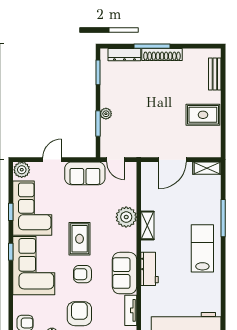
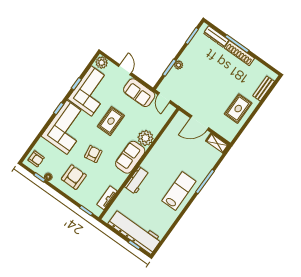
rug: (203, 115) -> (238, 109), turned 90
door: (52, 160) -> (125, 70), hinge flipped
shelving: (147, 225) -> (155, 153), removed
rug: (80, 239) -> (111, 121), moved
sofa: (125, 273) -> (130, 157), moved
armchair: (83, 274) -> (93, 154), turned 81

